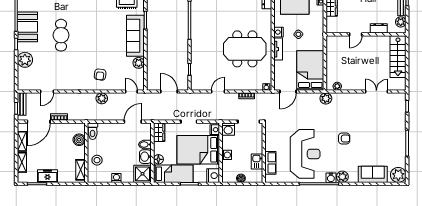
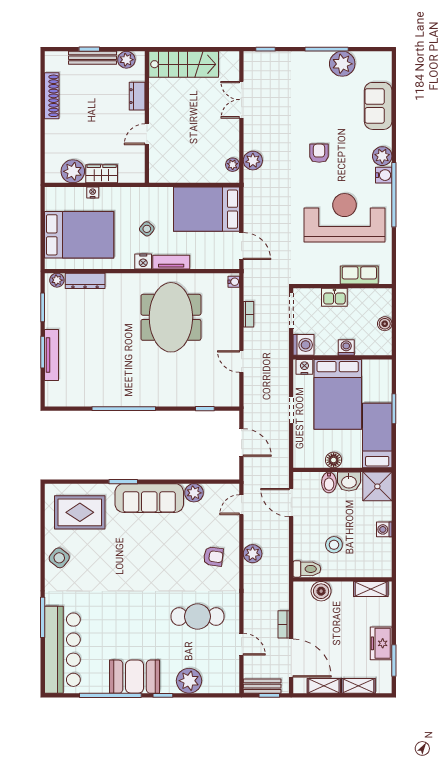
door: (356, 34) -> (147, 134), swing flipped
cafe table: (61, 35) -> (197, 617), moved
door: (169, 92) -> (241, 442), swing flipped
plant: (326, 98) -> (253, 161), moved
wardrobe: (159, 132) -> (309, 459), removed
floor lamp: (158, 159) -> (334, 460), moved
stool: (97, 160) -> (334, 545), moved
kitchen sink: (257, 162) -> (334, 297), moved
plant: (398, 175) -> (342, 64), moved
nightstand: (213, 176) -> (380, 370), removed

